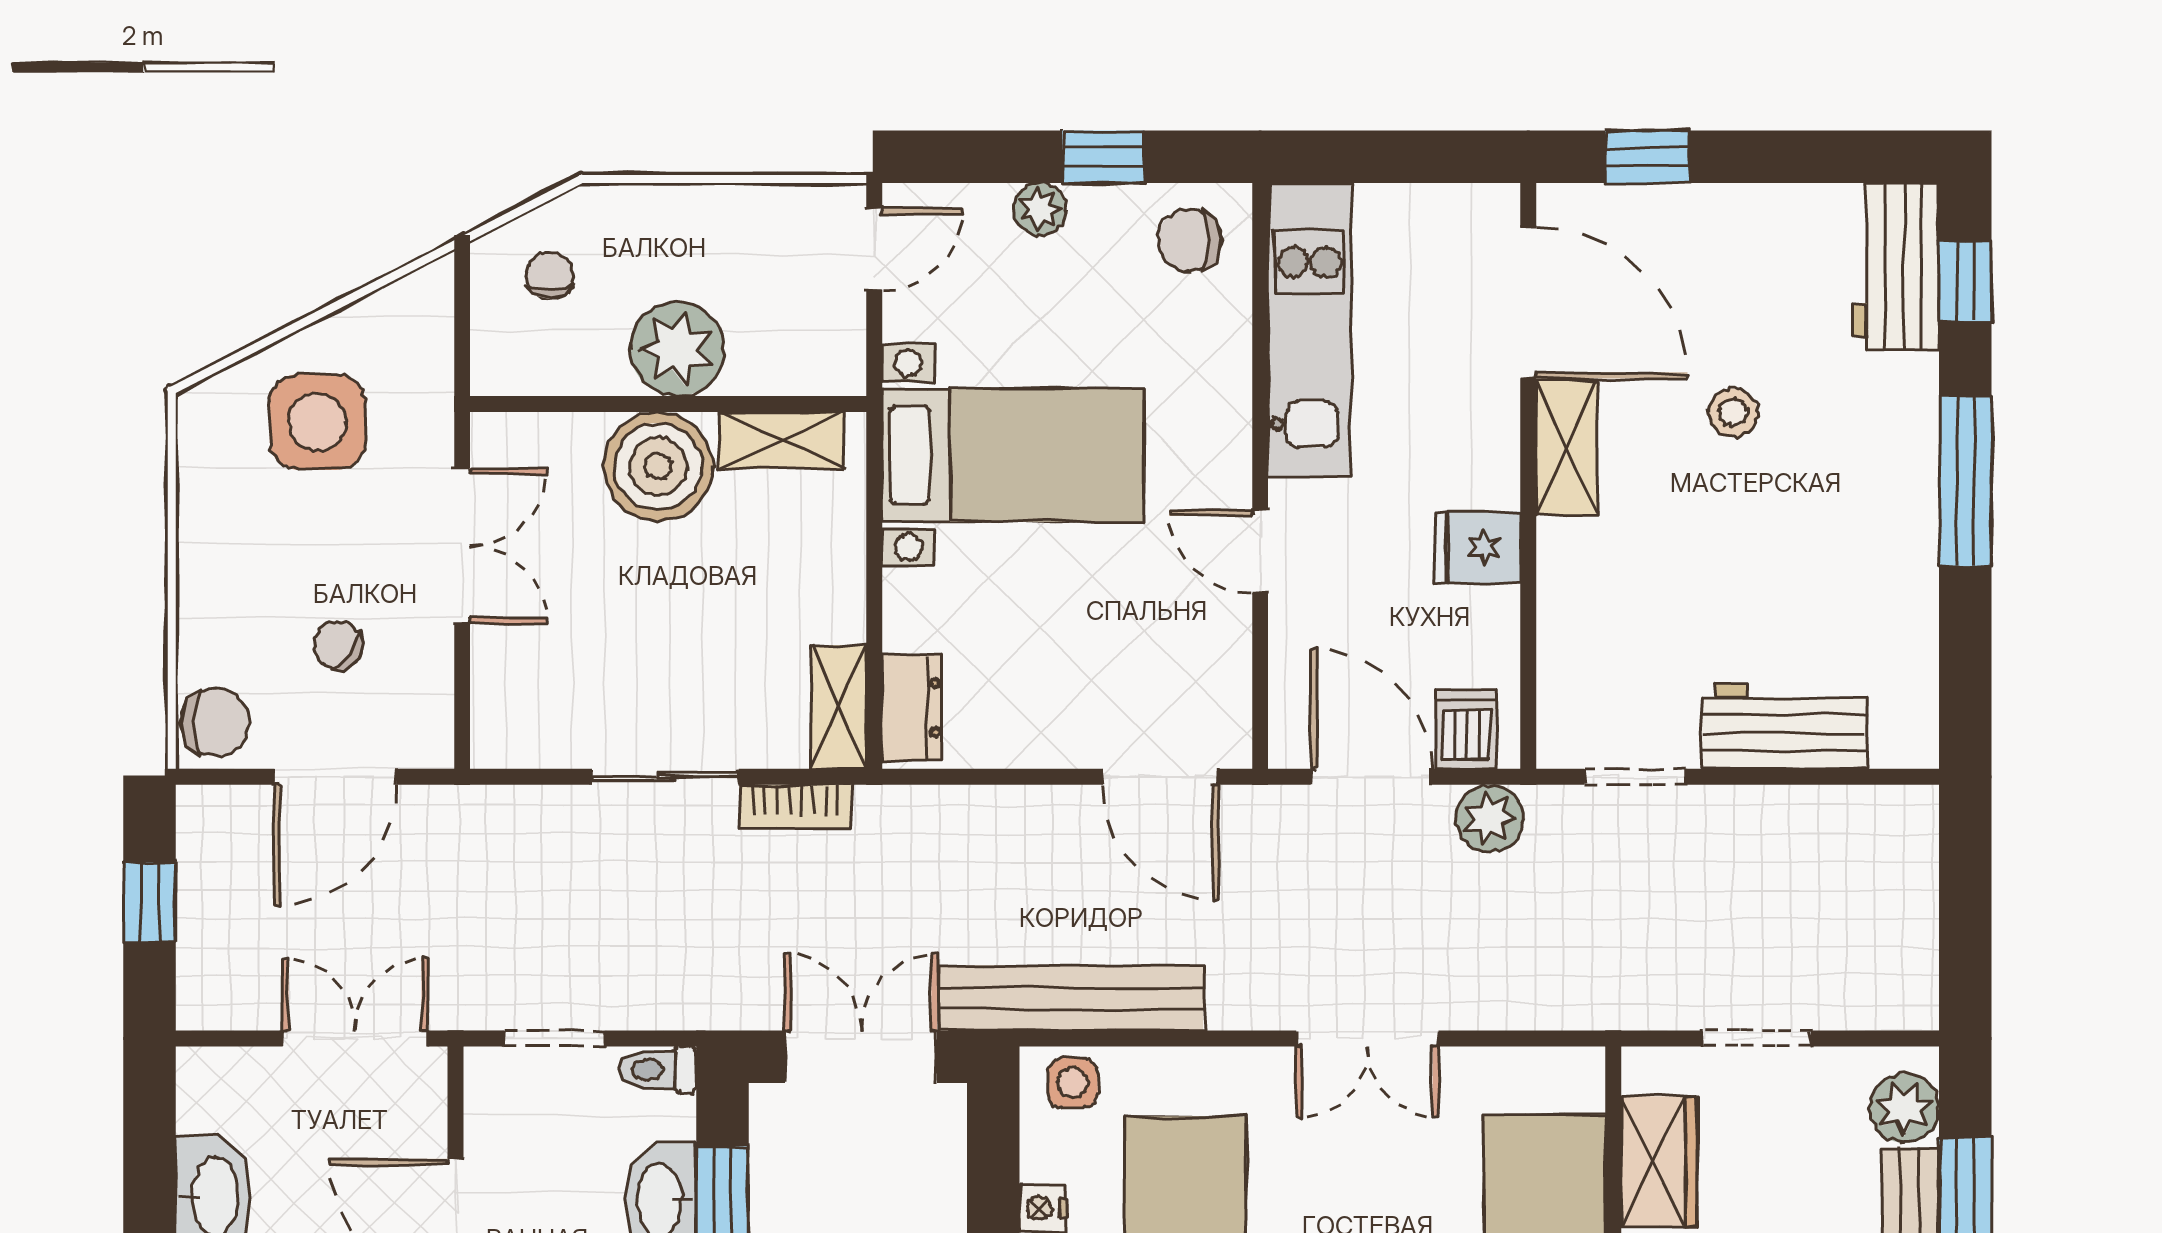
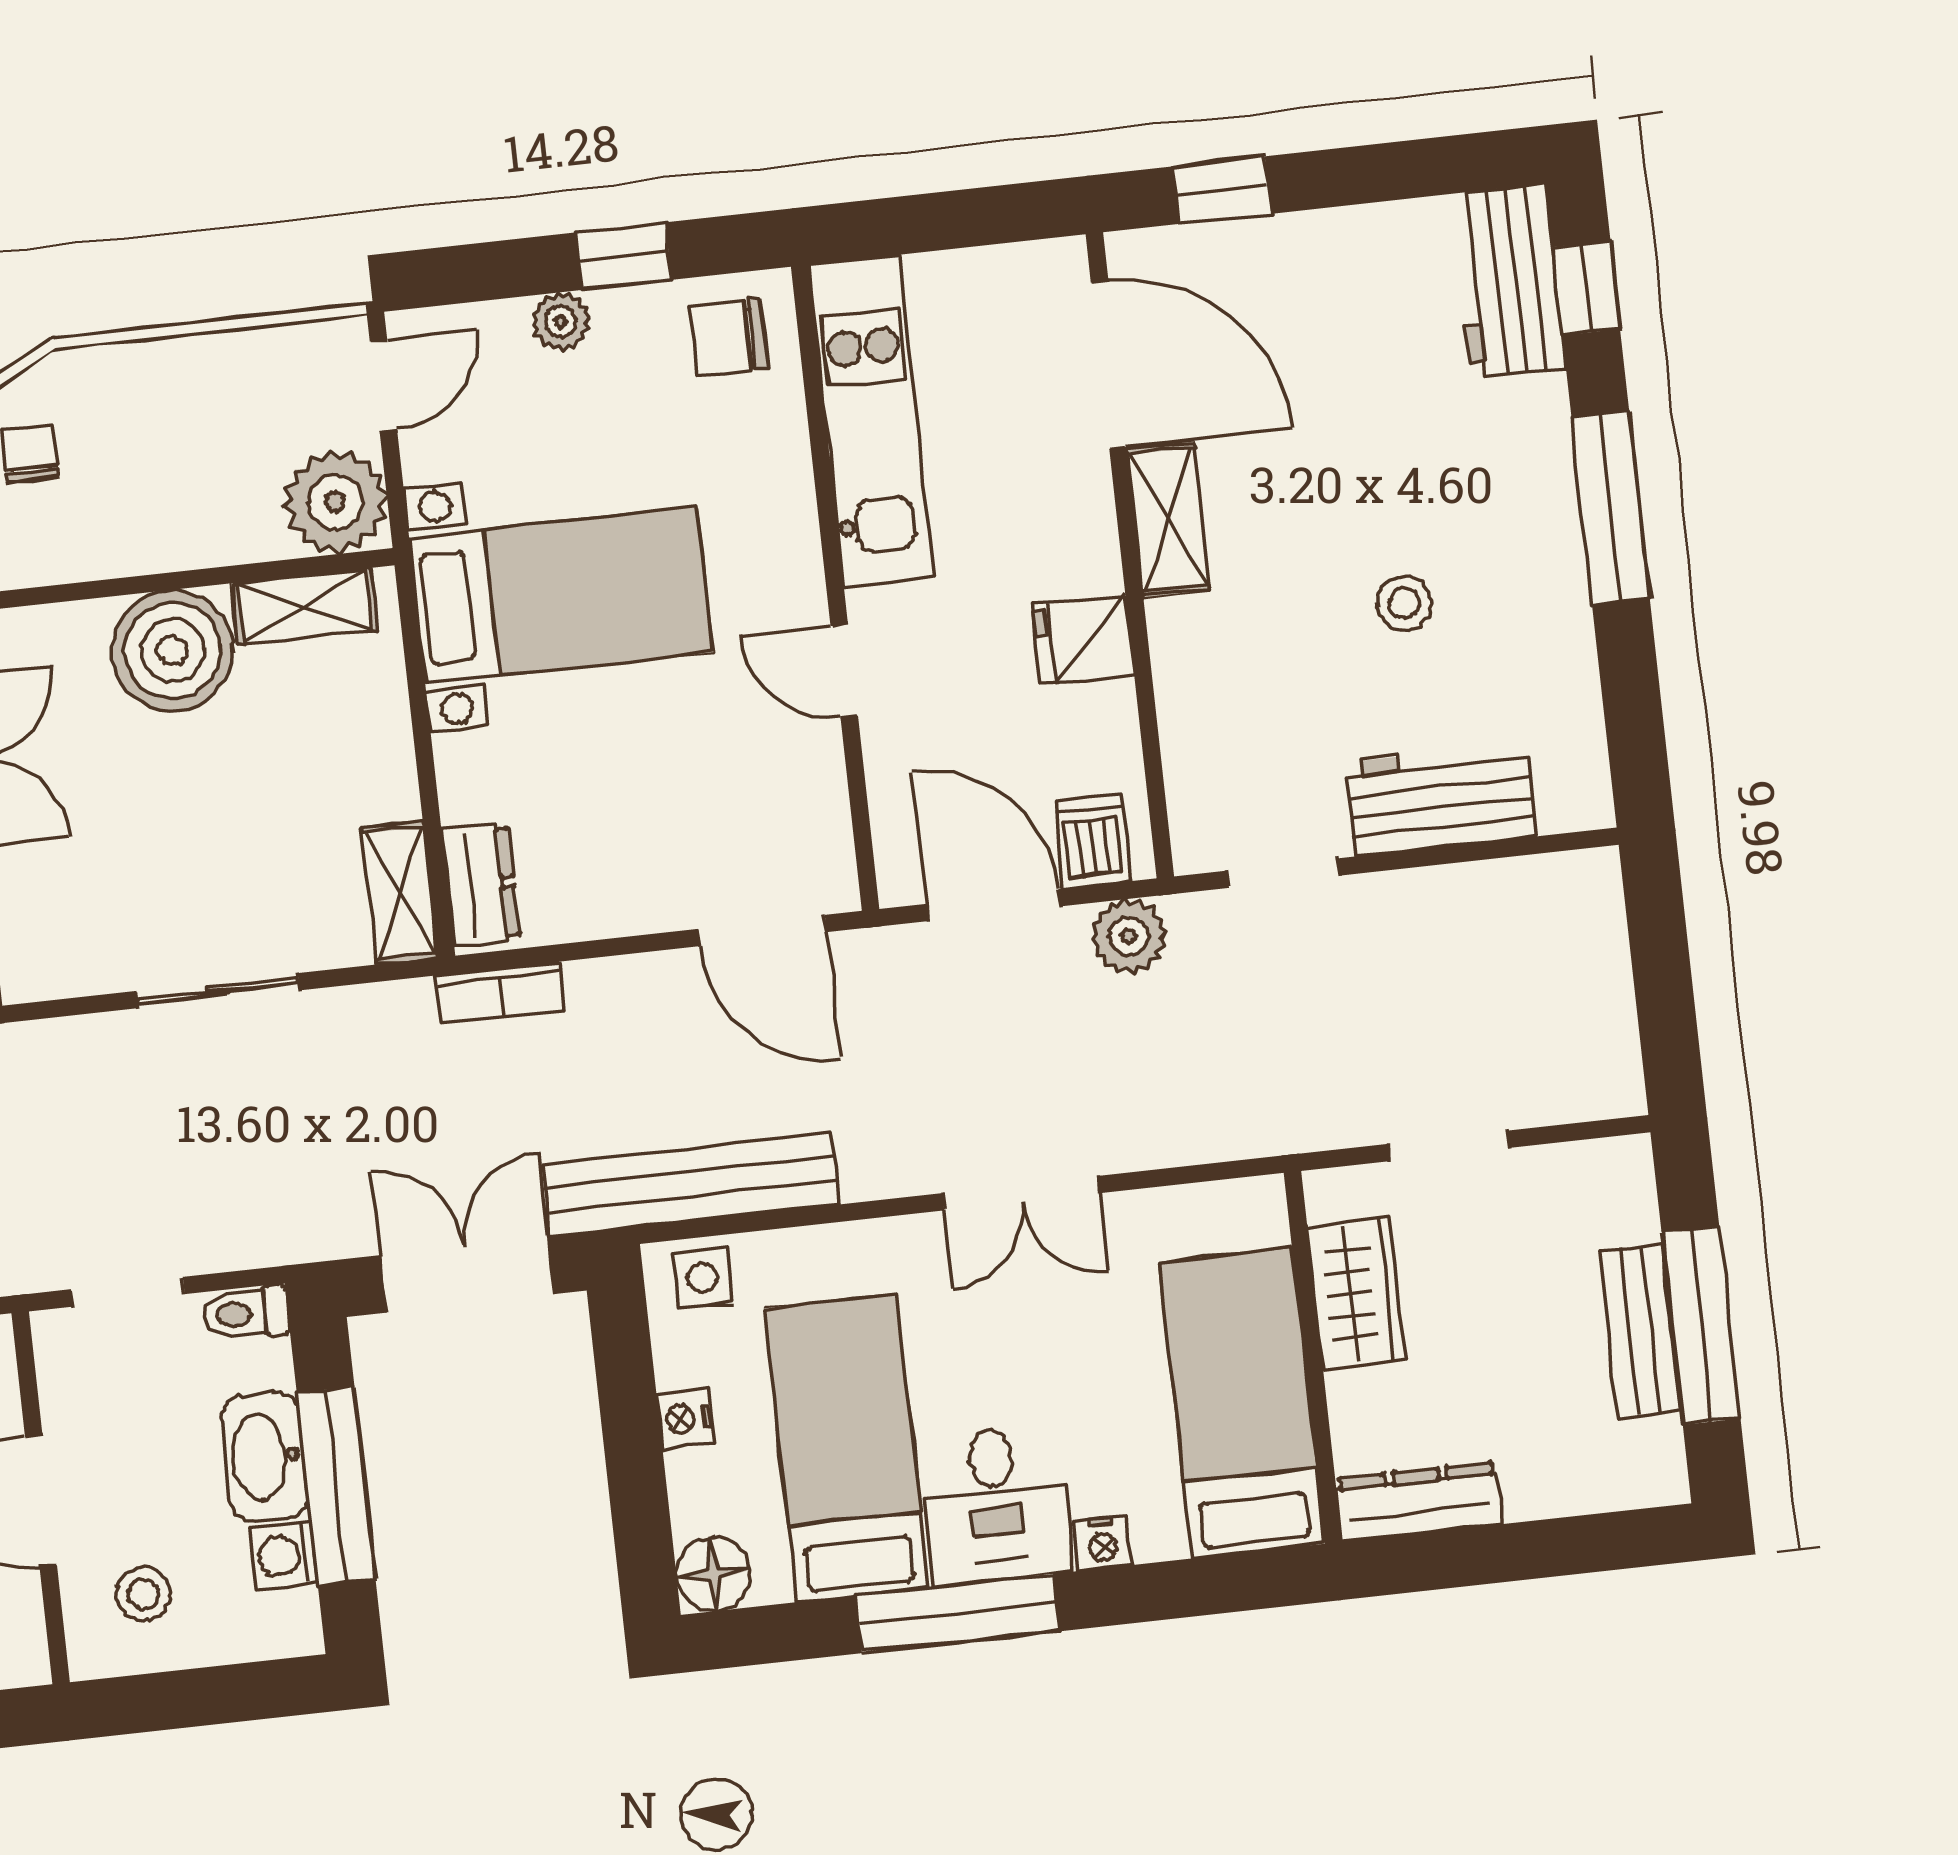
plant: (677, 349) -> (335, 502), moved
stool: (1733, 413) -> (1404, 603), moved
bookcase: (795, 807) -> (500, 993), moved
plant: (1904, 1108) -> (1620, 1204), removed

